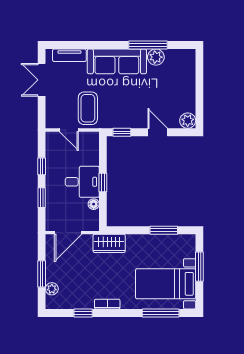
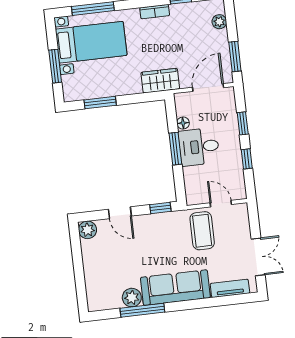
window: (103, 182) -> (175, 149), width x1.50
window: (42, 274) -> (235, 57), moved

